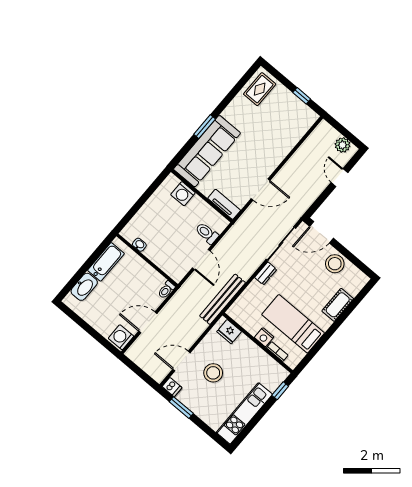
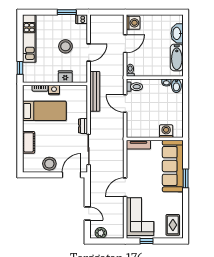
corner sofa: (287, 127) -> (140, 217), added
door: (261, 190) -> (125, 187), moved
bidet: (132, 232) -> (176, 86), added
toilet: (207, 233) -> (134, 87), moved
fridge: (229, 332) -> (65, 77), moved
door: (181, 361) -> (89, 53), moved

